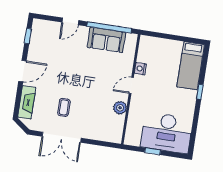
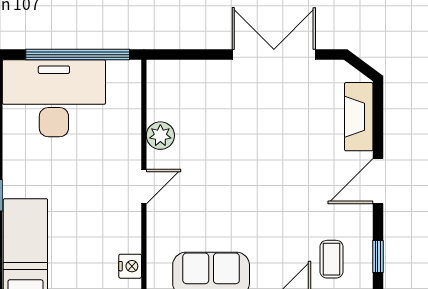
nightstand: (140, 69) -> (130, 266), moved
coffee table: (64, 107) -> (332, 259), moved
window: (153, 151) -> (78, 55), width x3.17

